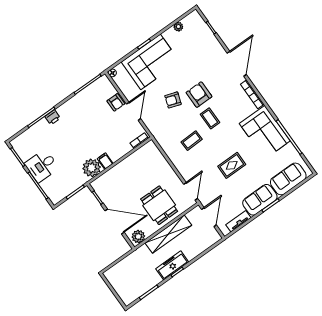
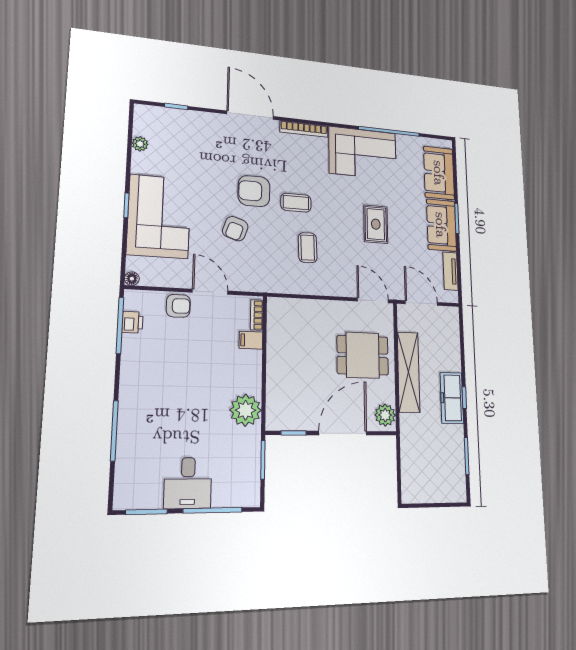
printer: (53, 117) -> (132, 322), moved
filing cabinet: (105, 161) -> (251, 340), moved

